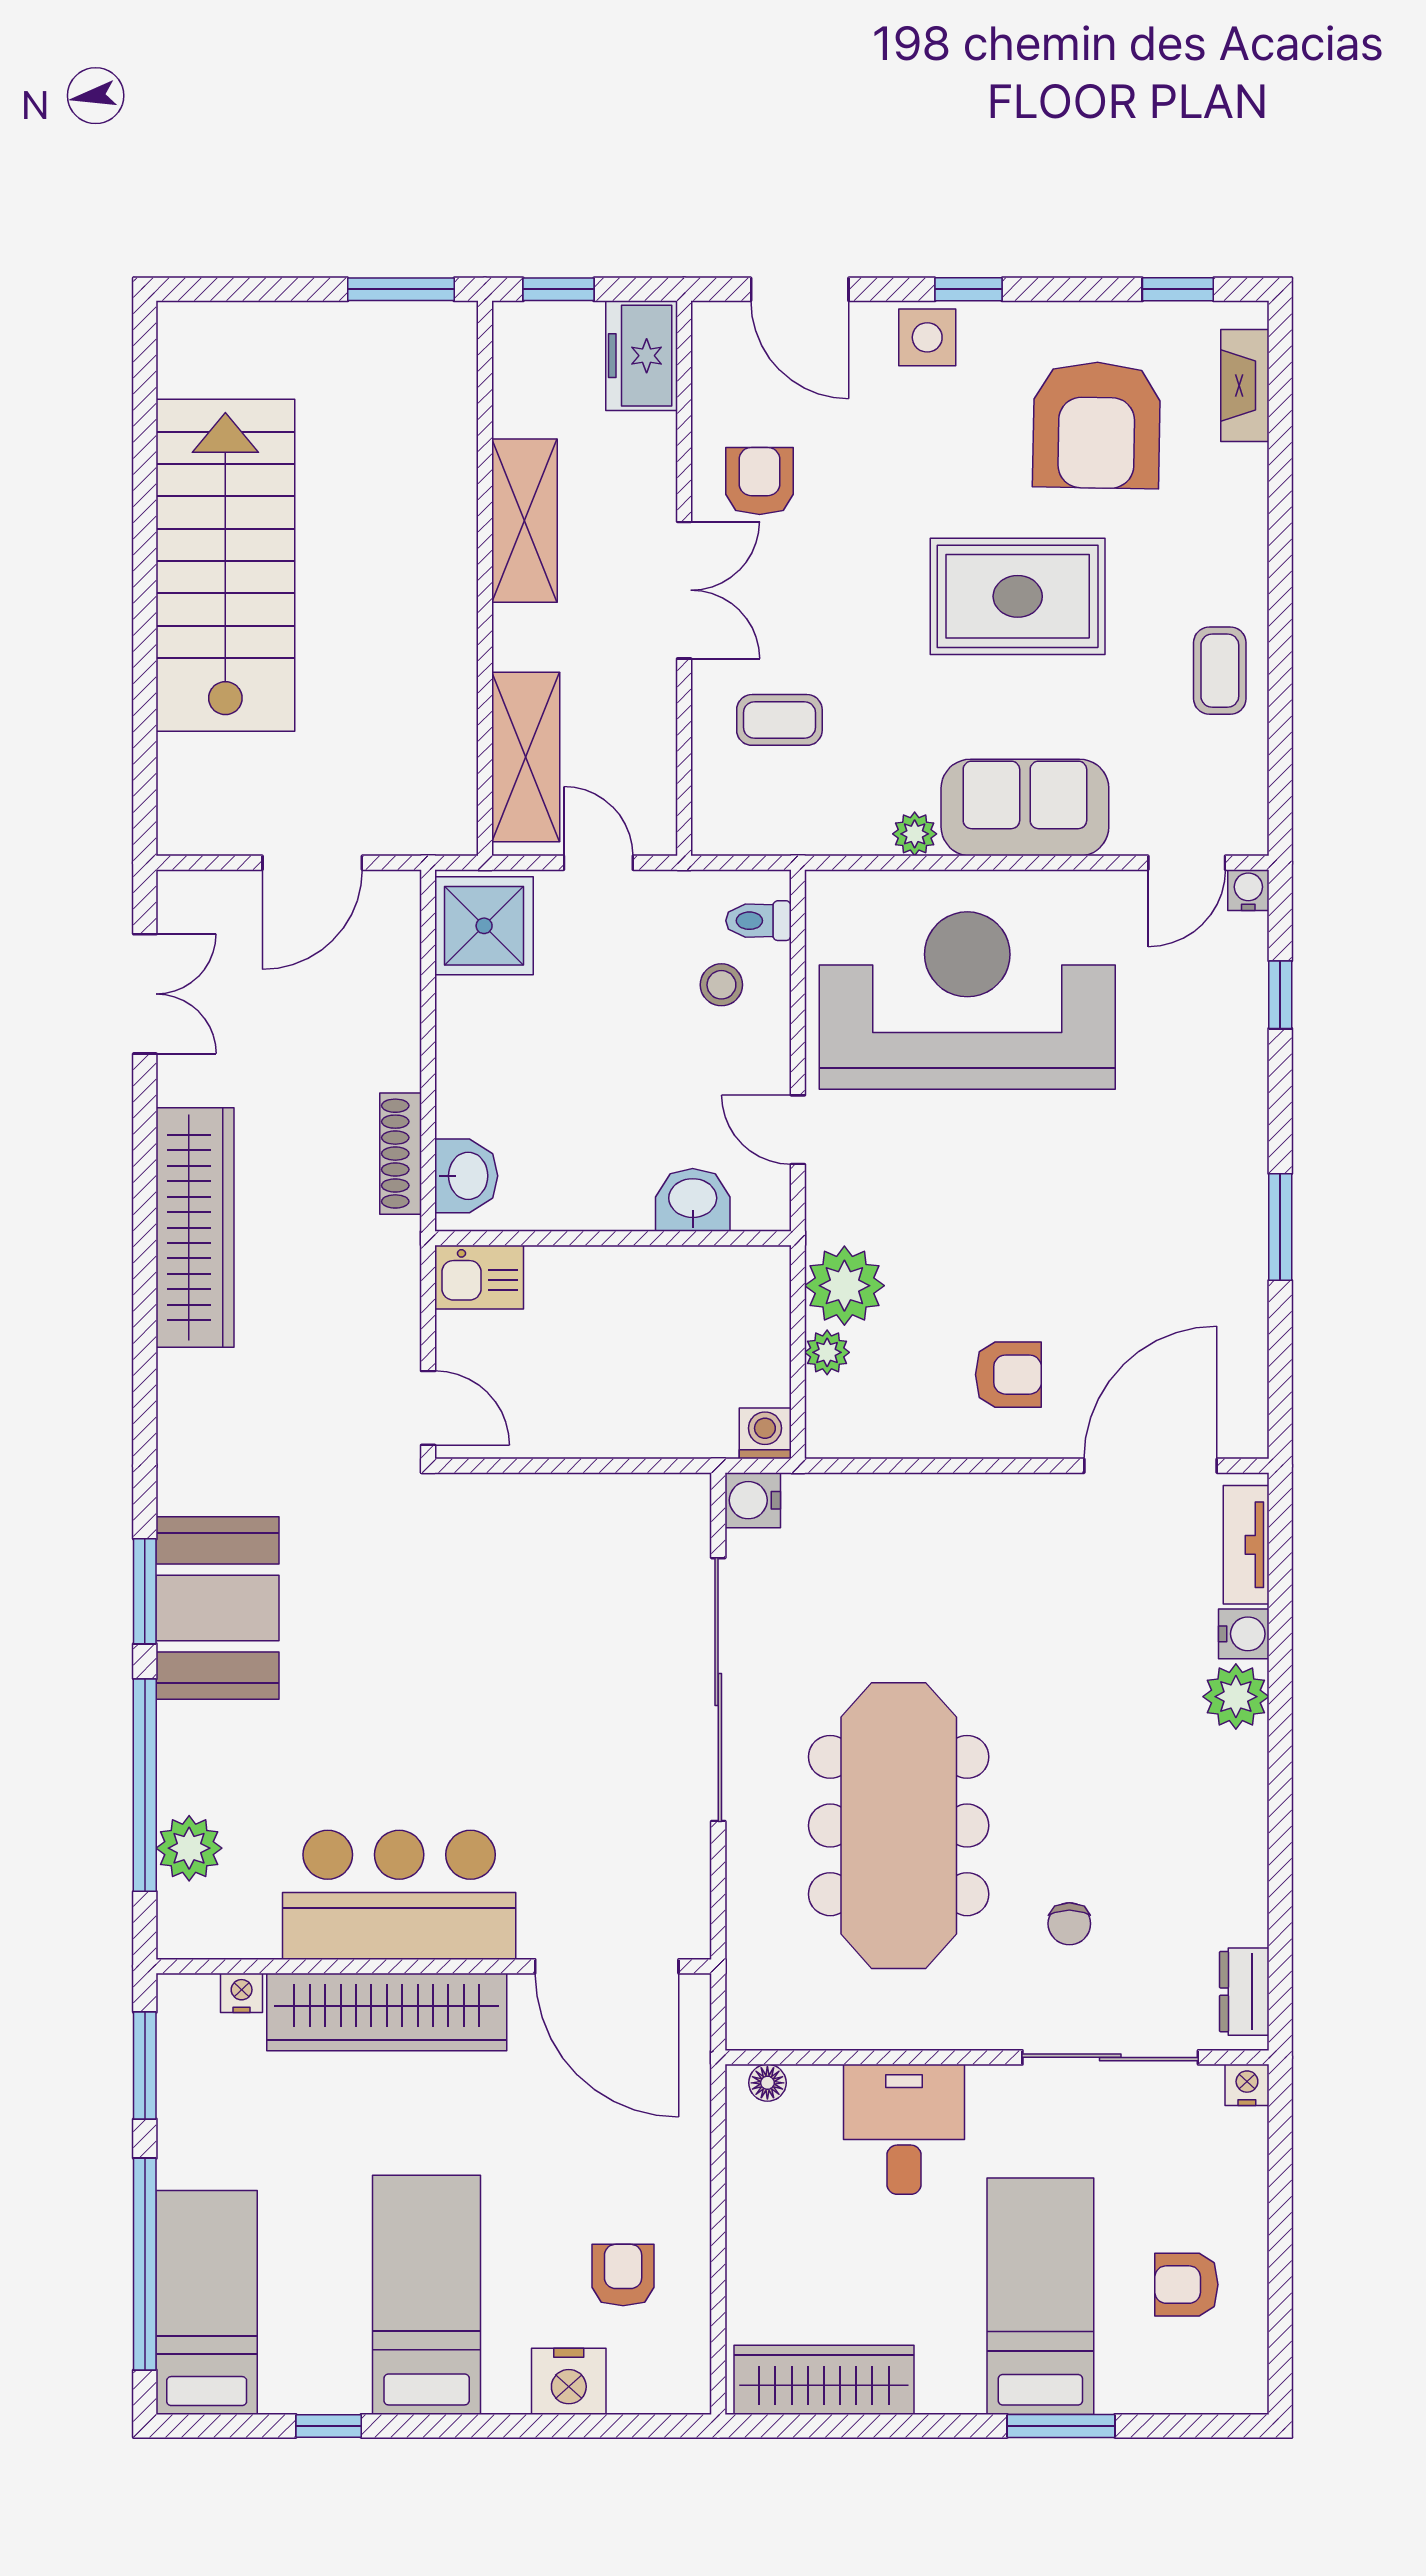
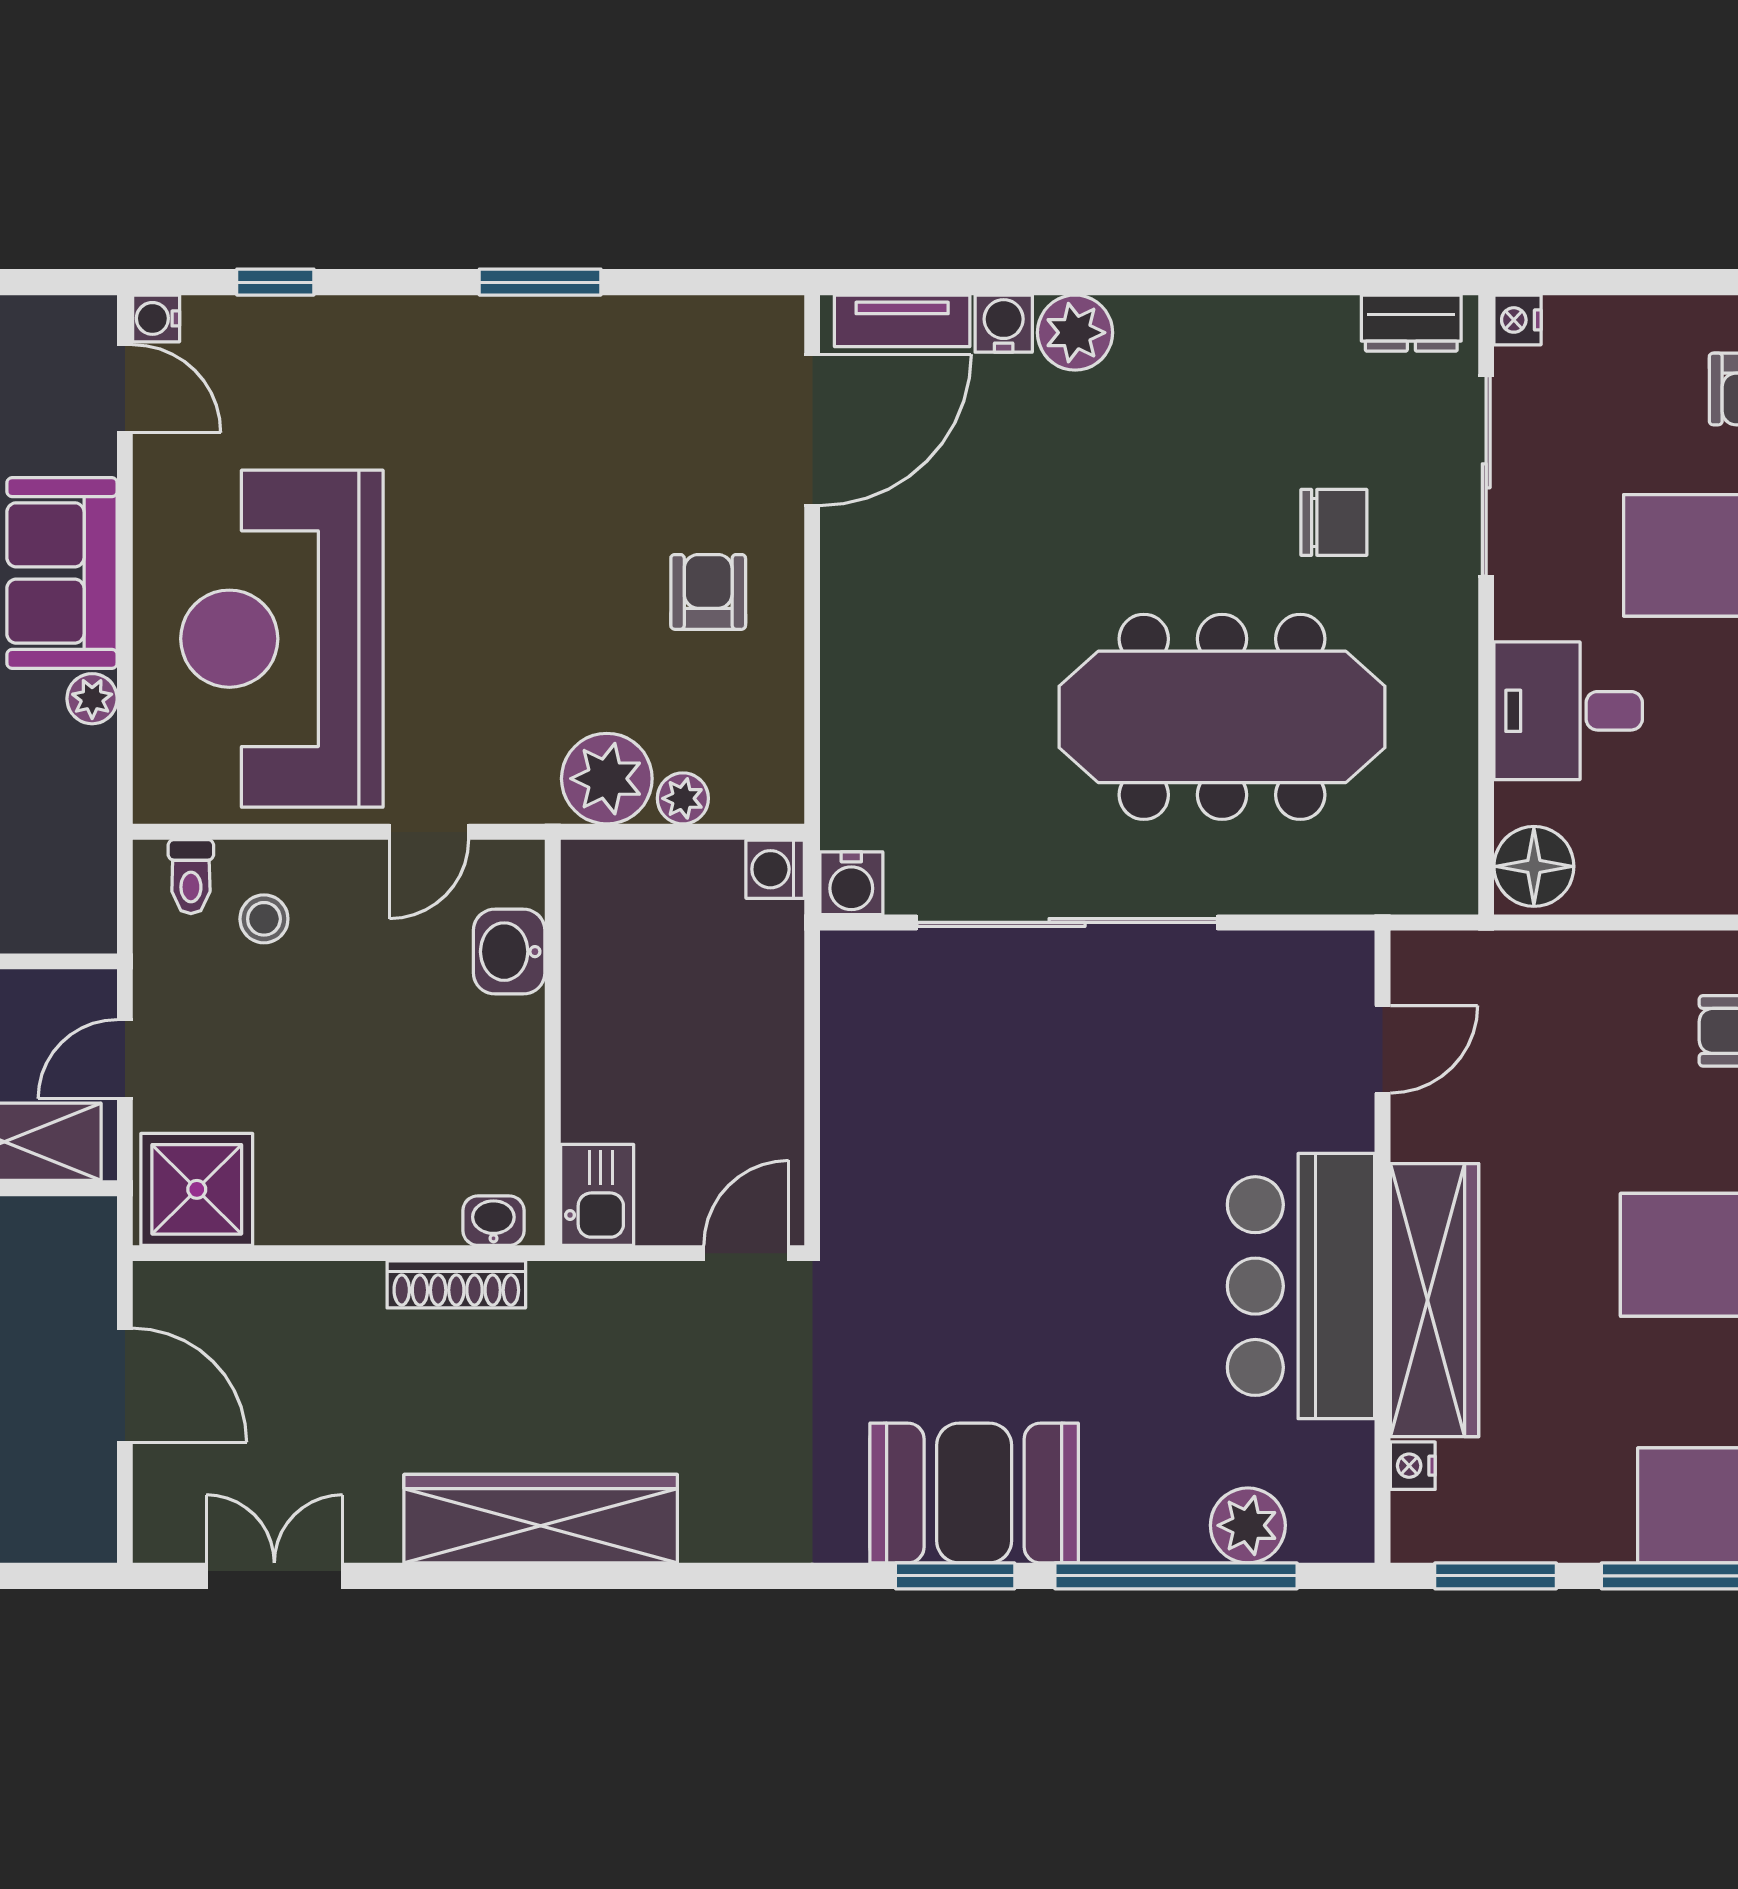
washbasin: (466, 1176) -> (493, 1221), width x0.72, depth x0.69
door: (1151, 1466) -> (812, 430), swing flipped
chair: (1069, 1924) -> (1334, 522), width x1.37, depth x1.37
door: (607, 1966) -> (1382, 1049), width x0.53
floor lamp: (767, 2083) -> (1534, 866), width x1.89, depth x1.89

